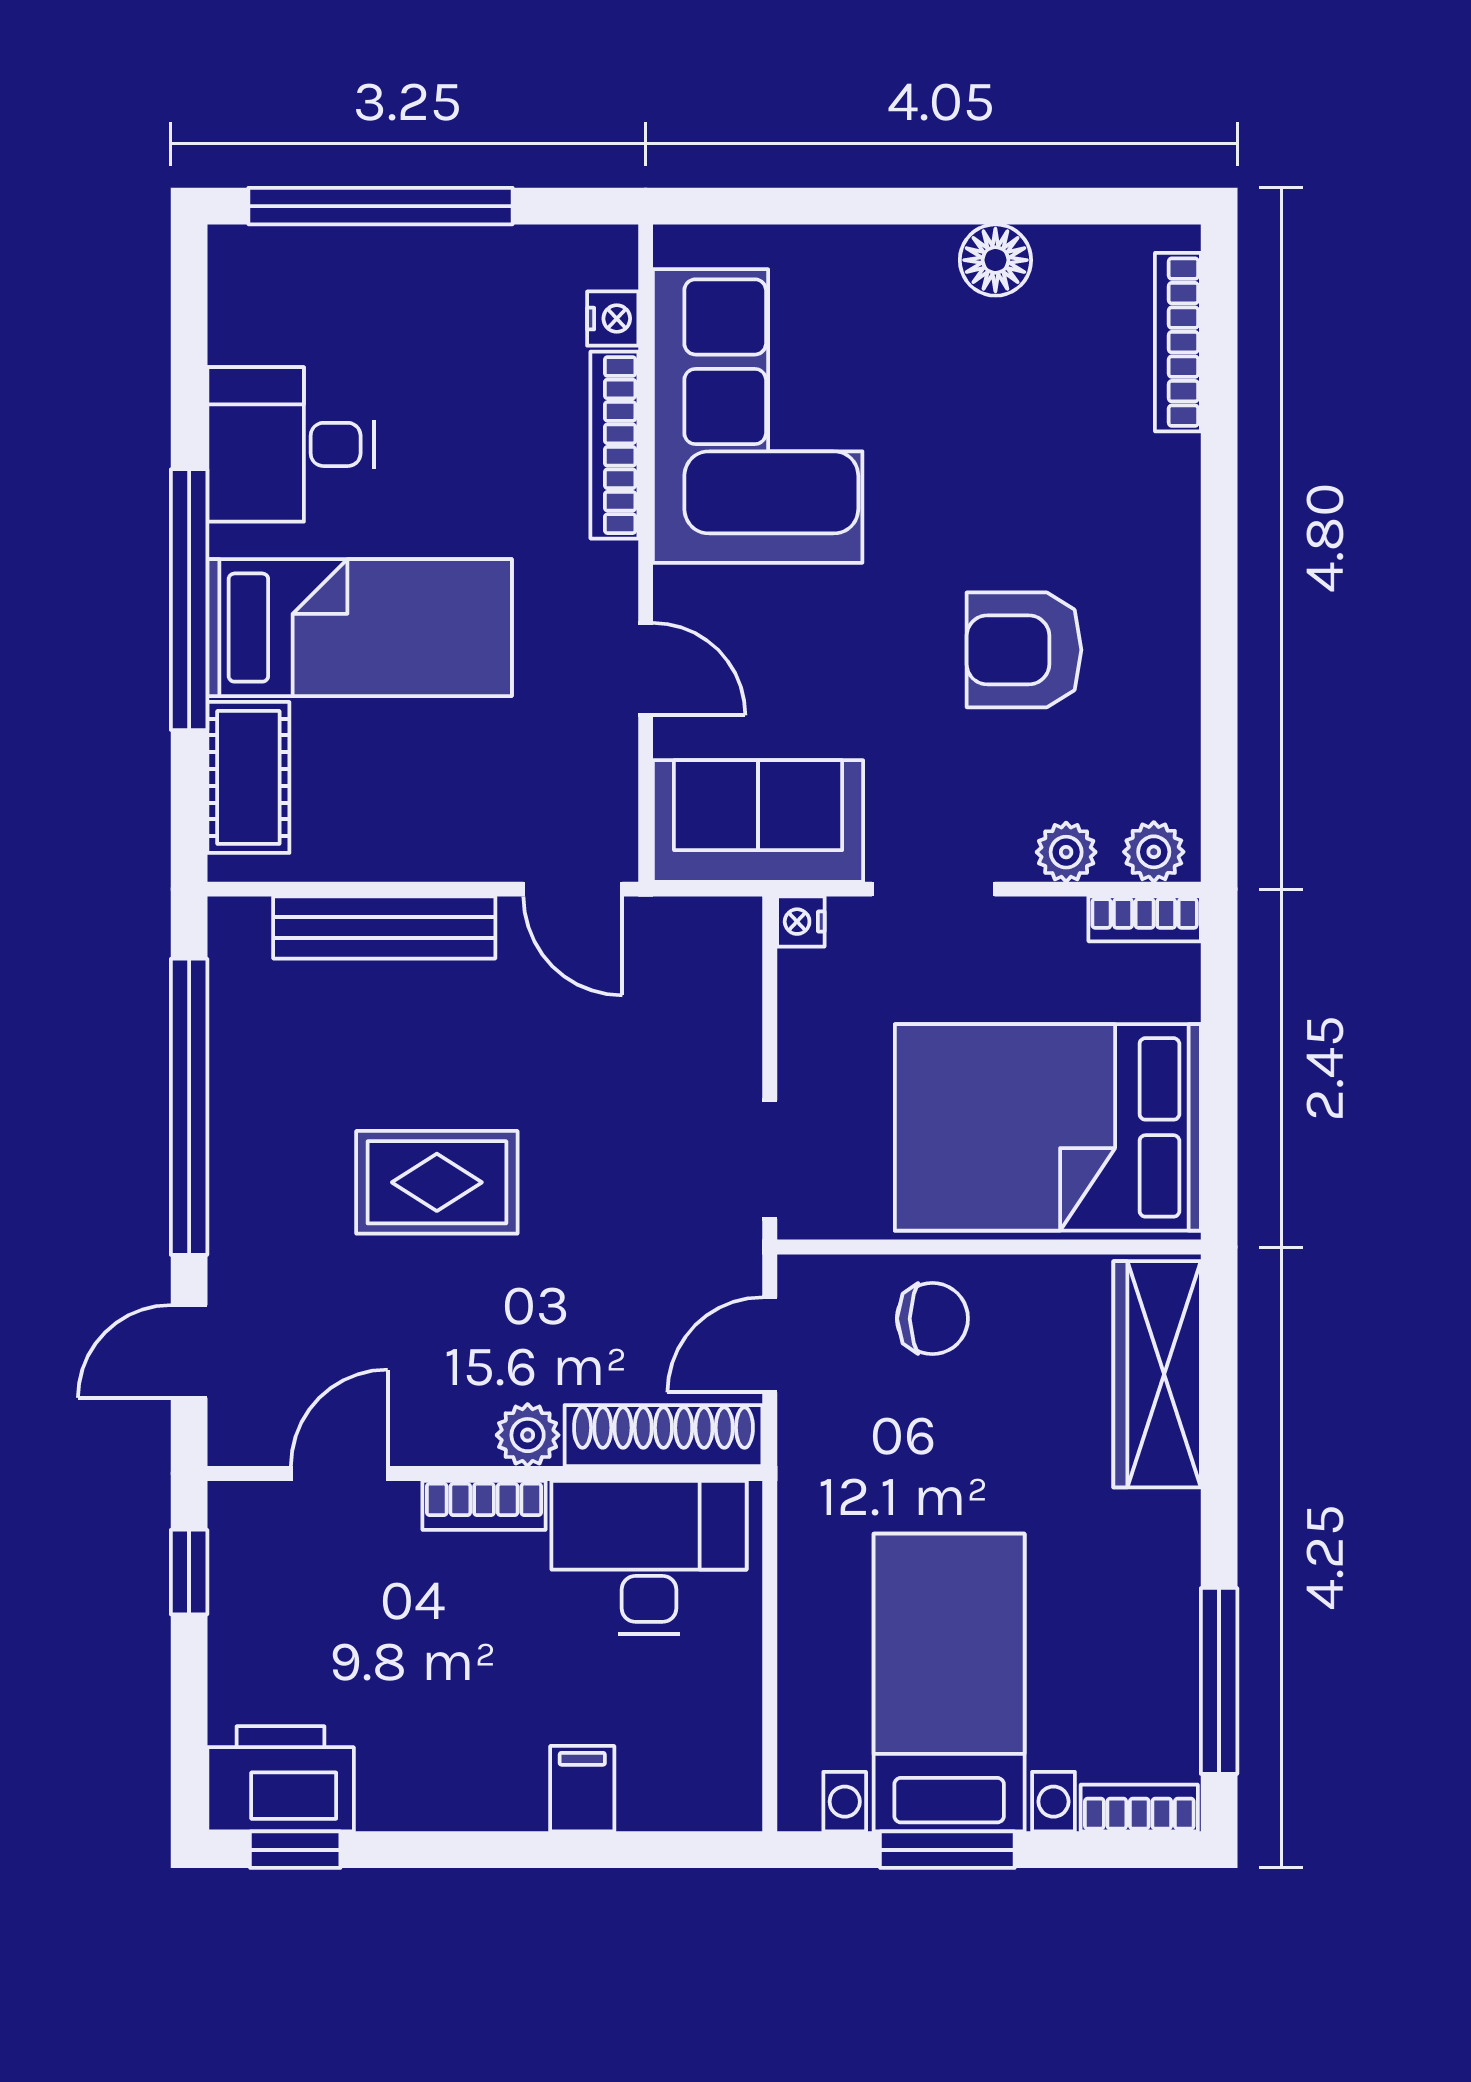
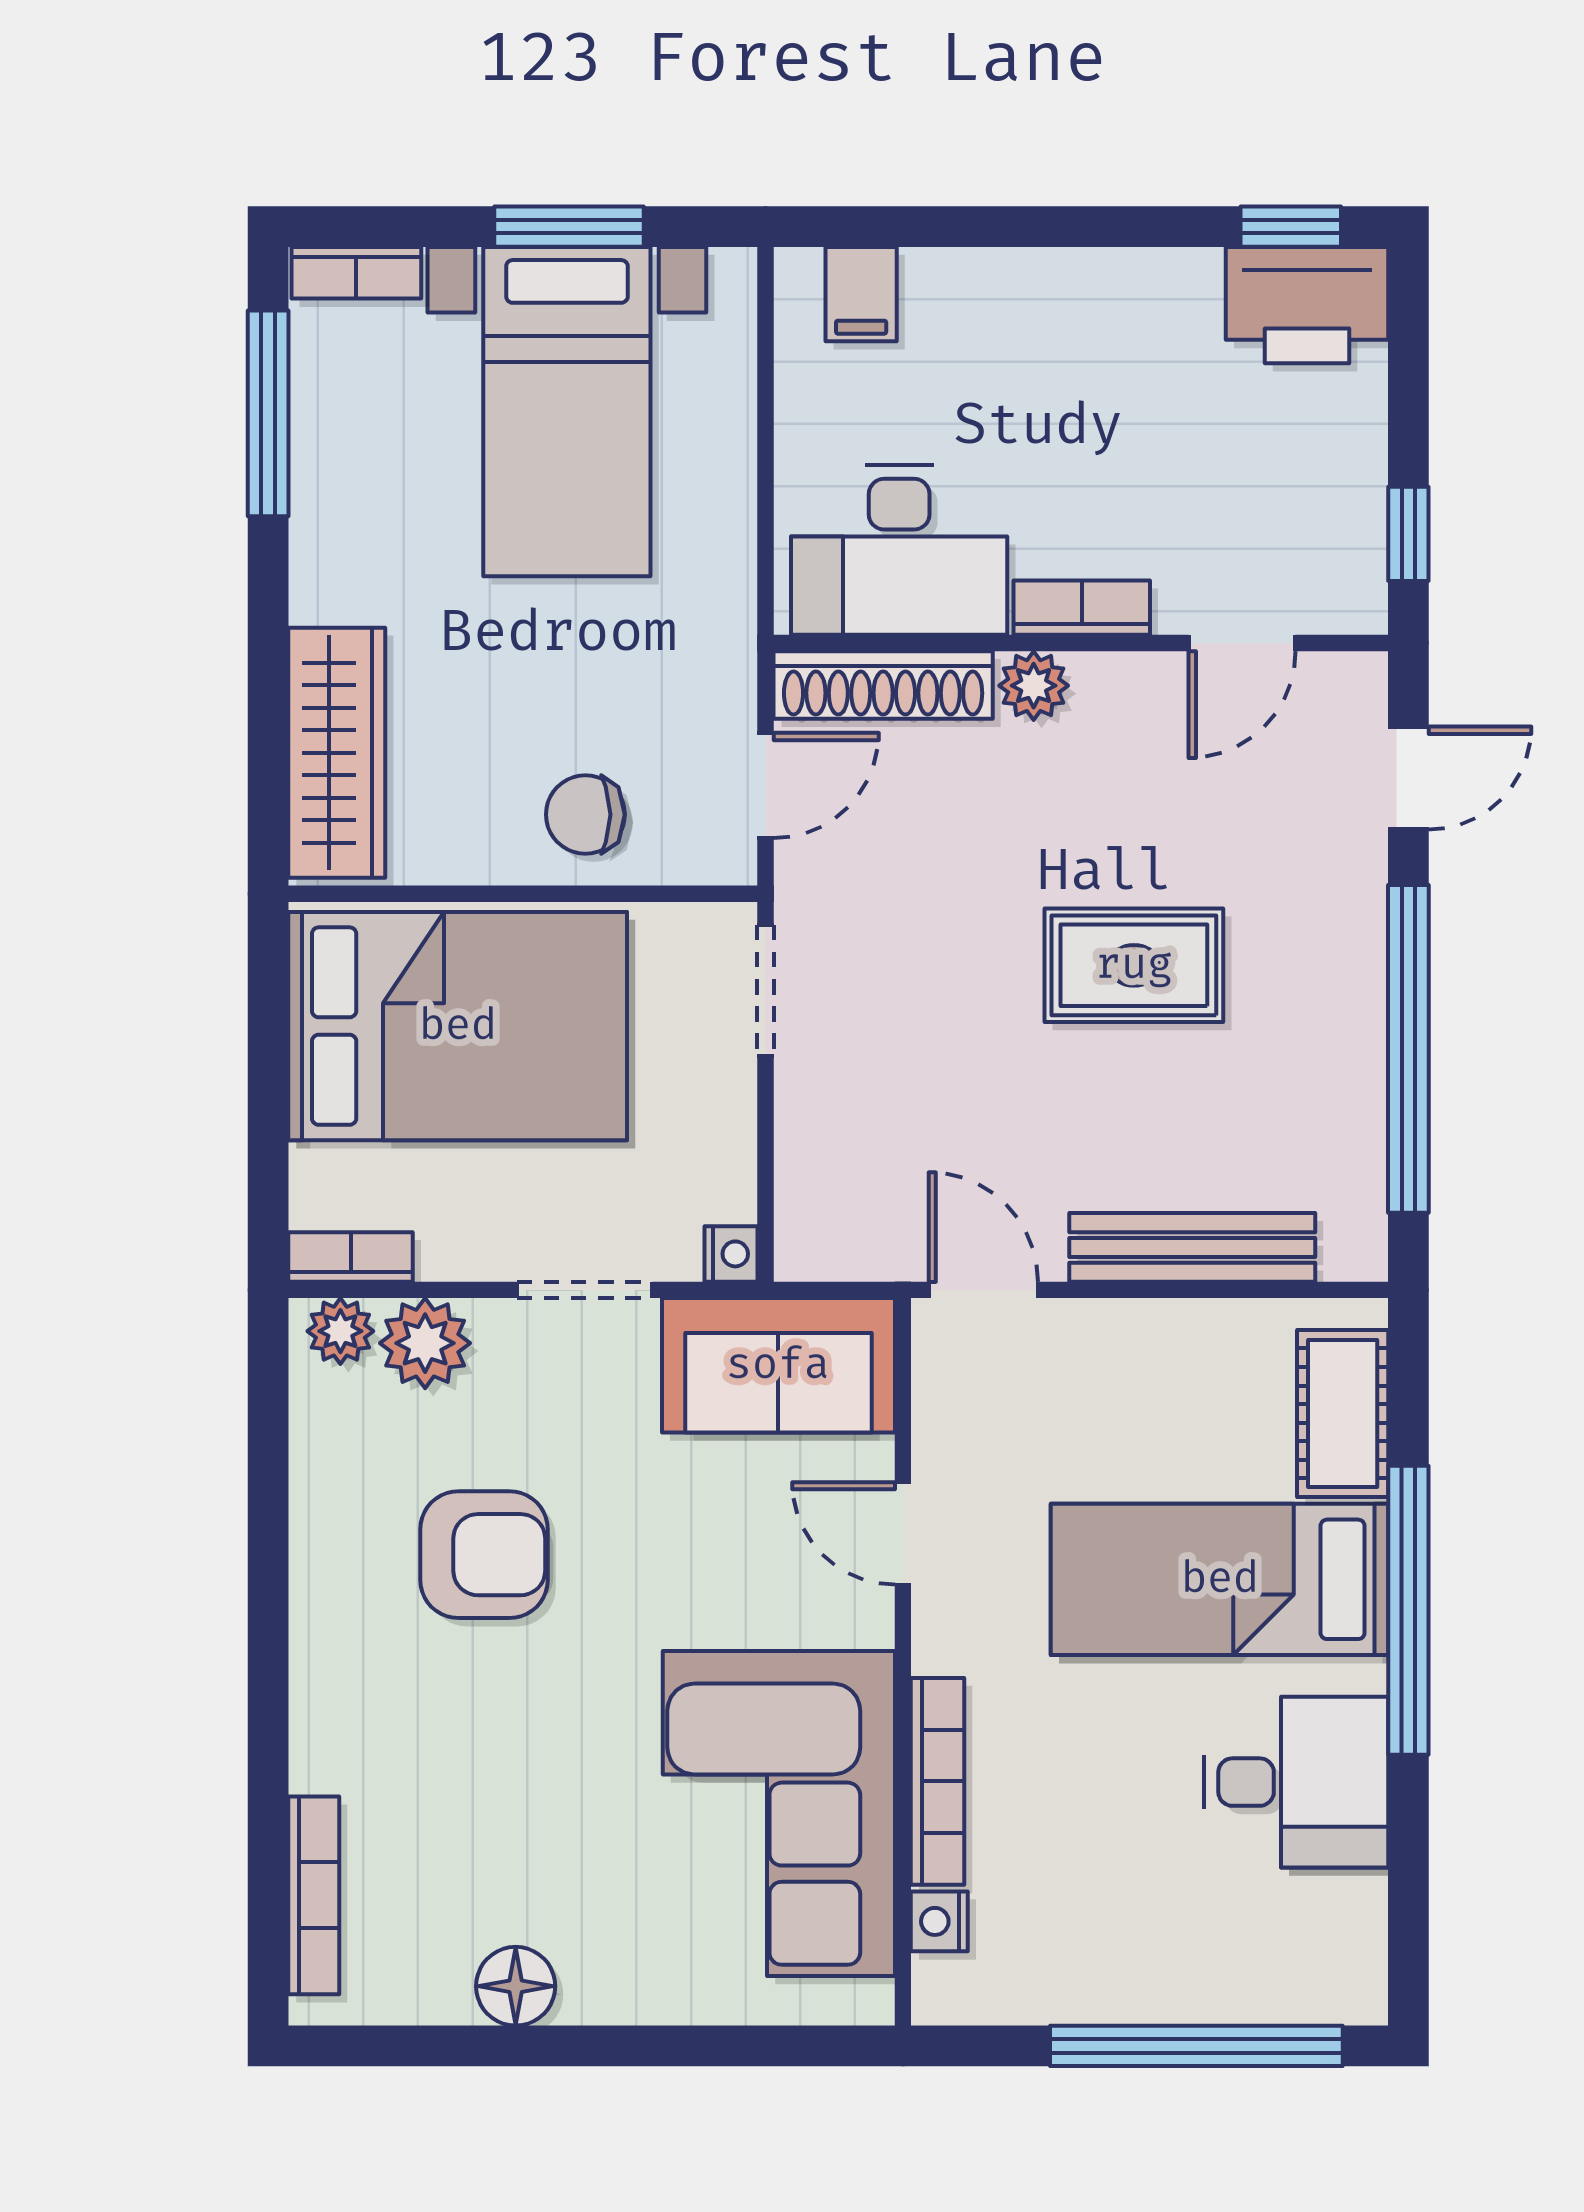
plant: (1066, 852) -> (425, 1343), width x1.38, depth x1.38
filing cabinet: (582, 1789) -> (861, 294), moved

